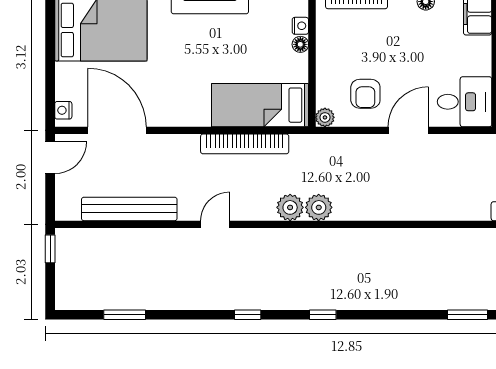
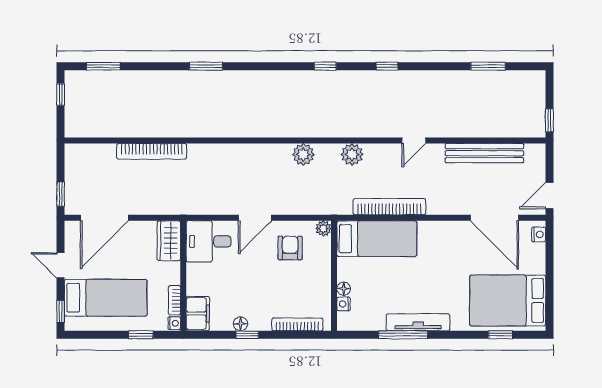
plant: (319, 207) -> (303, 154), moved

